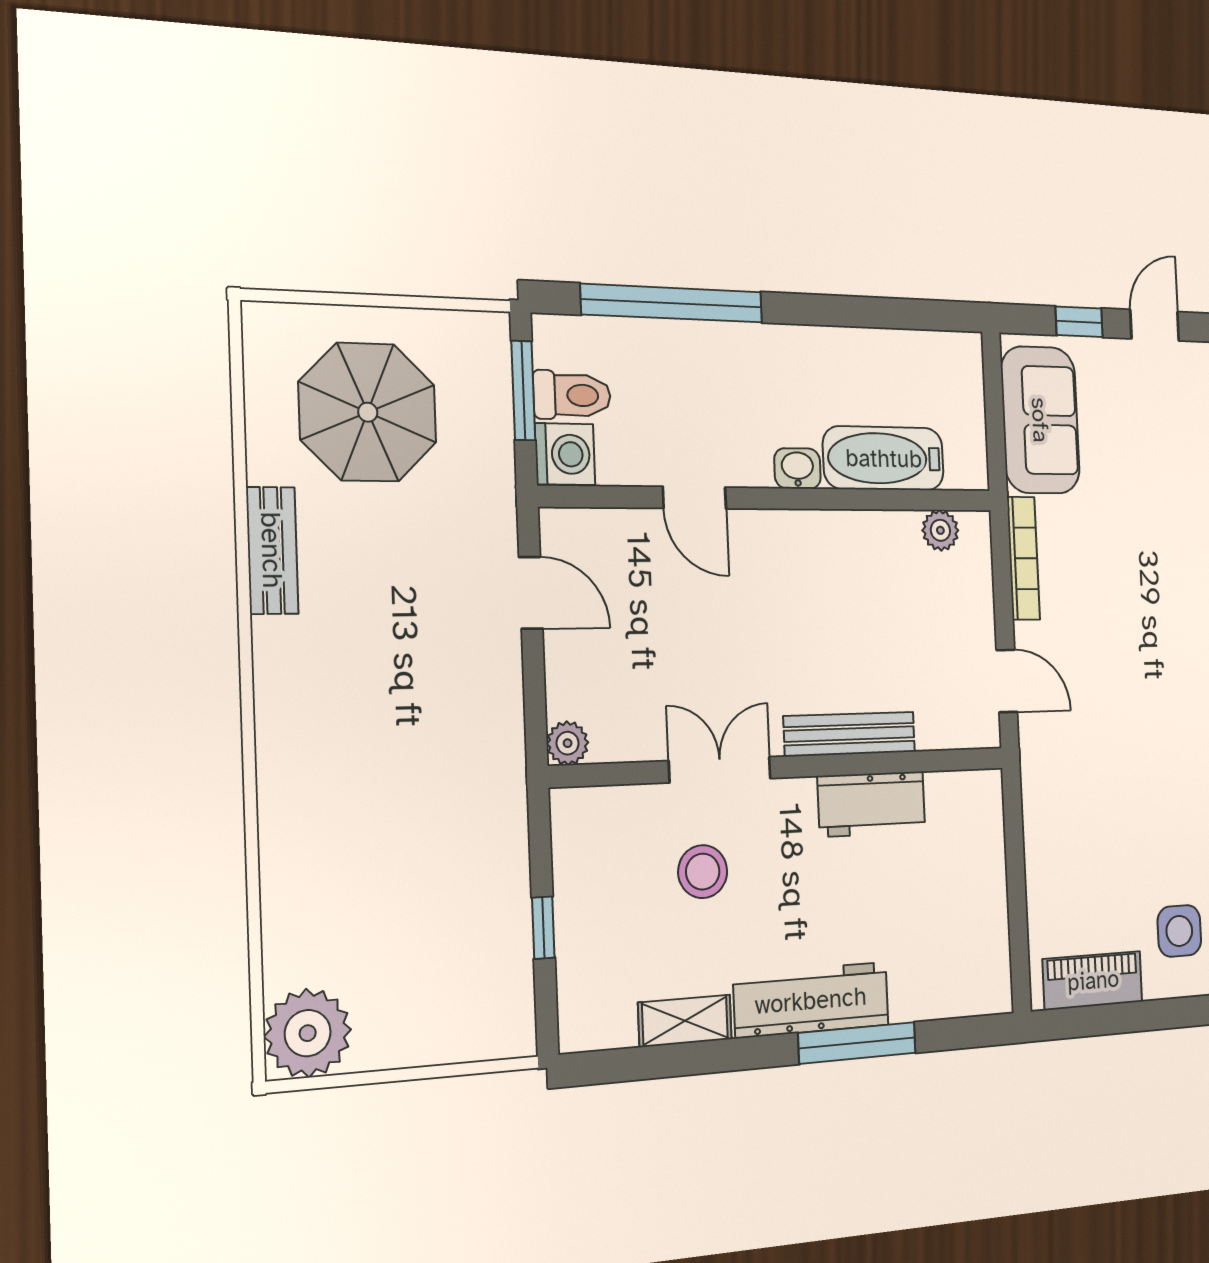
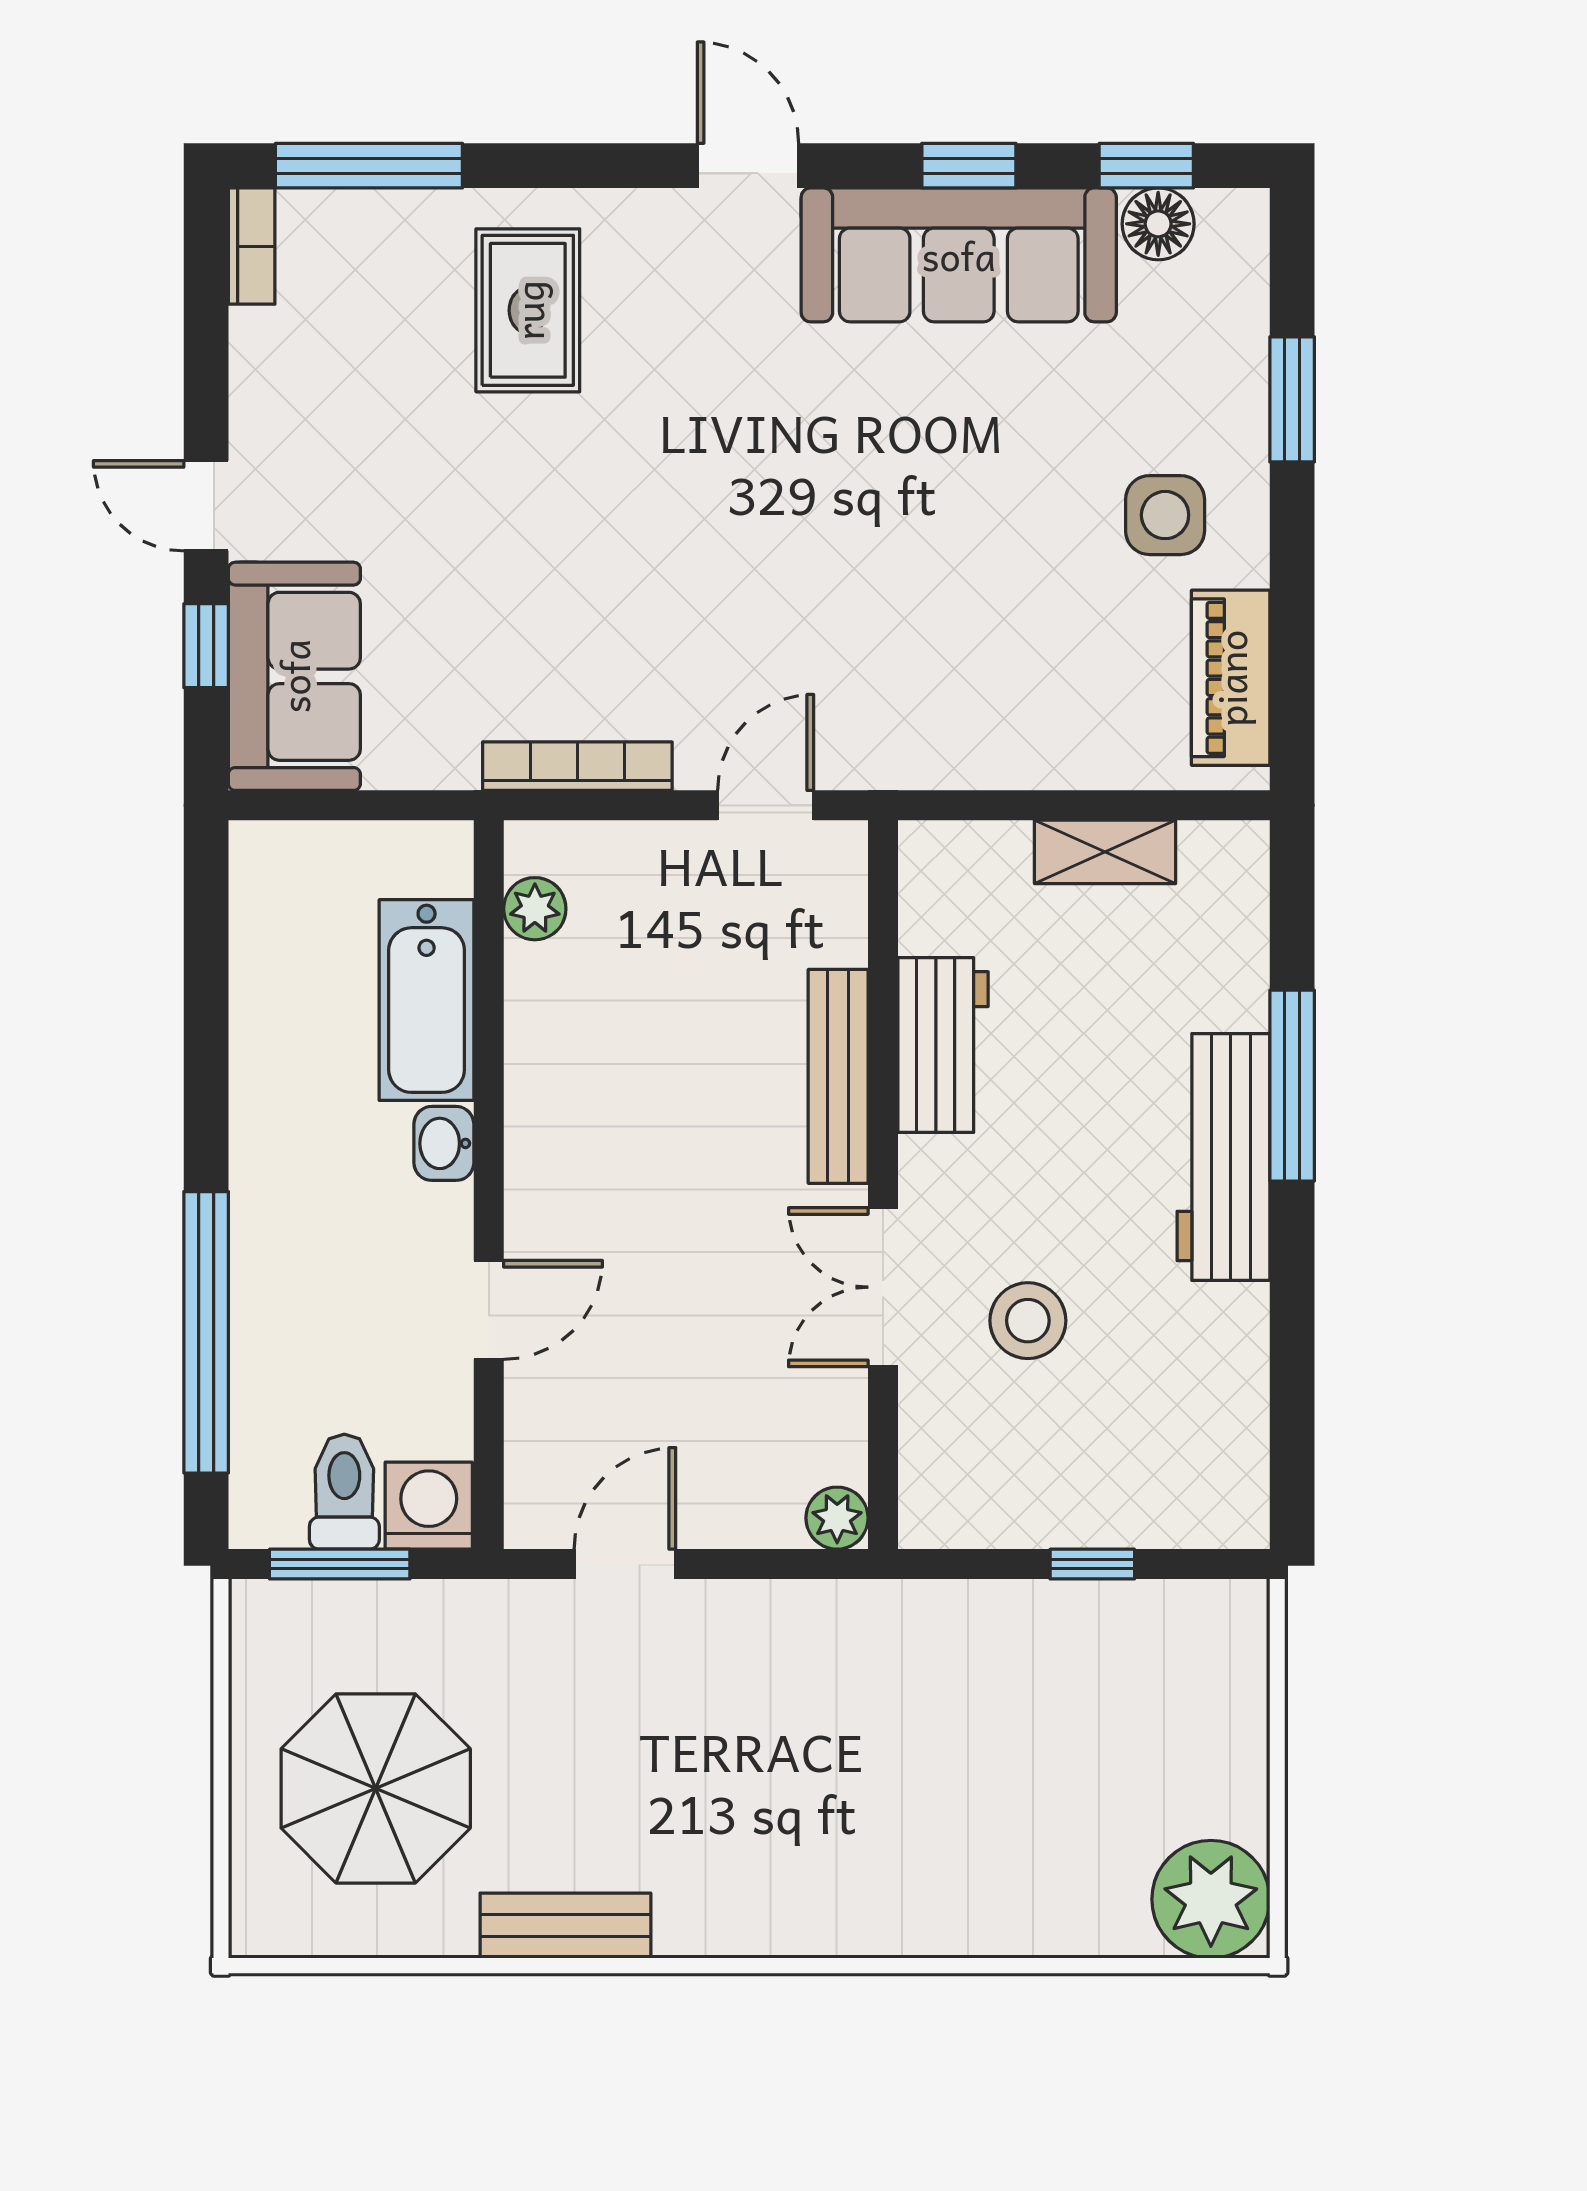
sofa: (1040, 420) -> (294, 676), moved, turned 90
shelving: (685, 1021) -> (1105, 852), moved, turned 90

